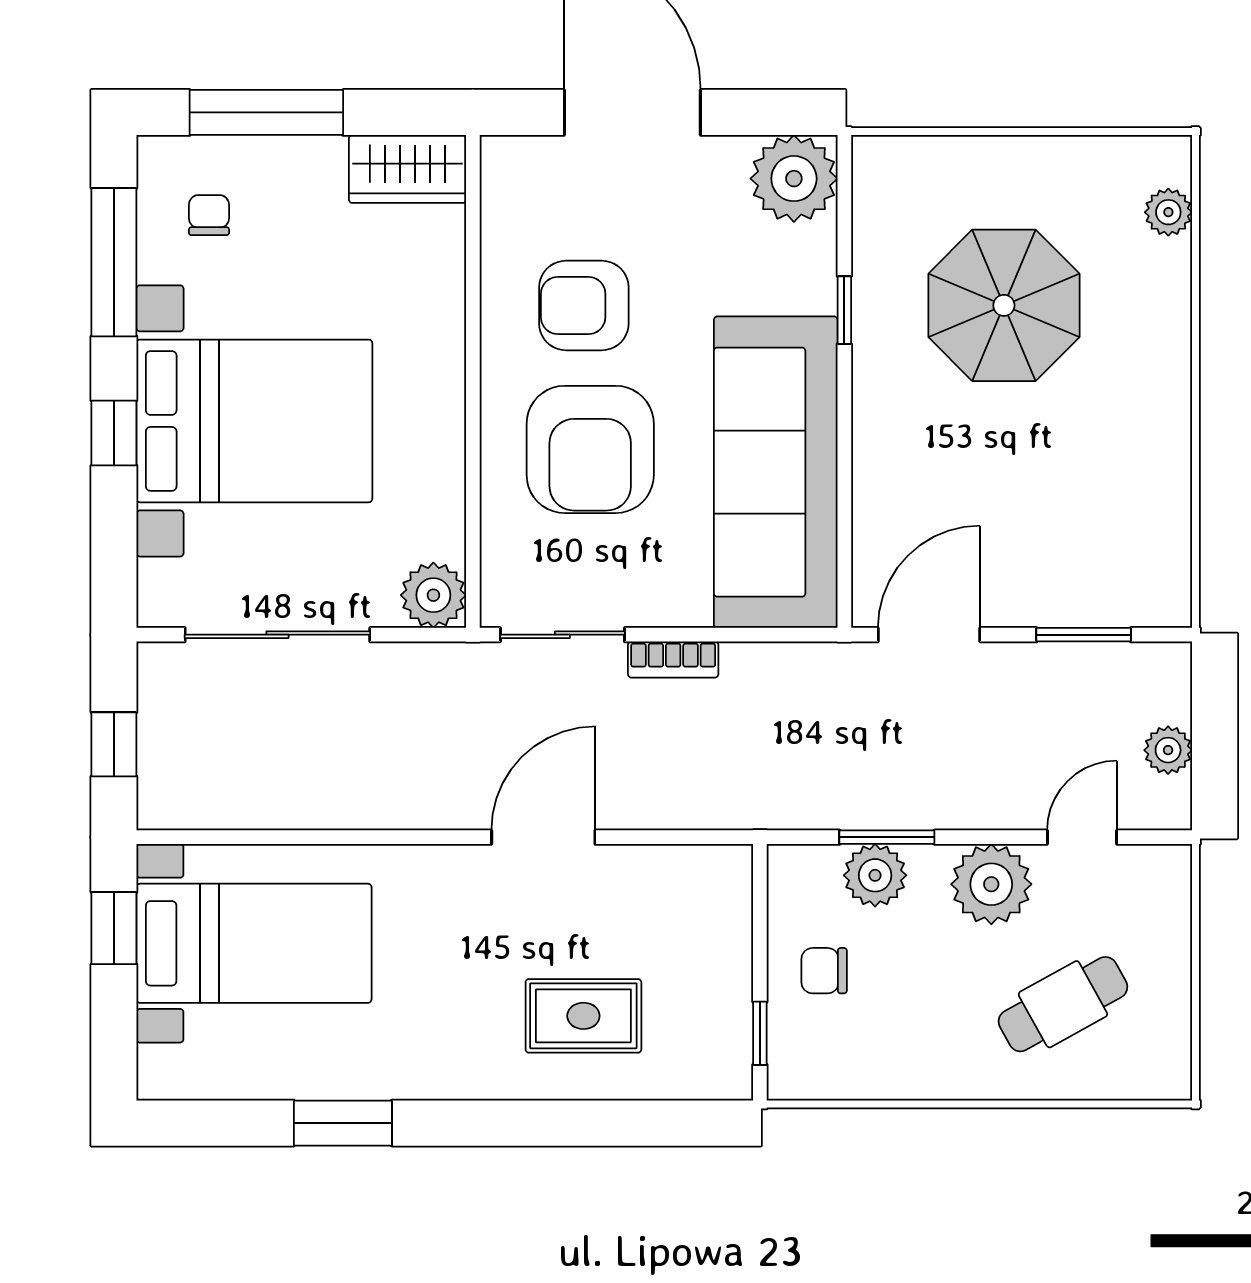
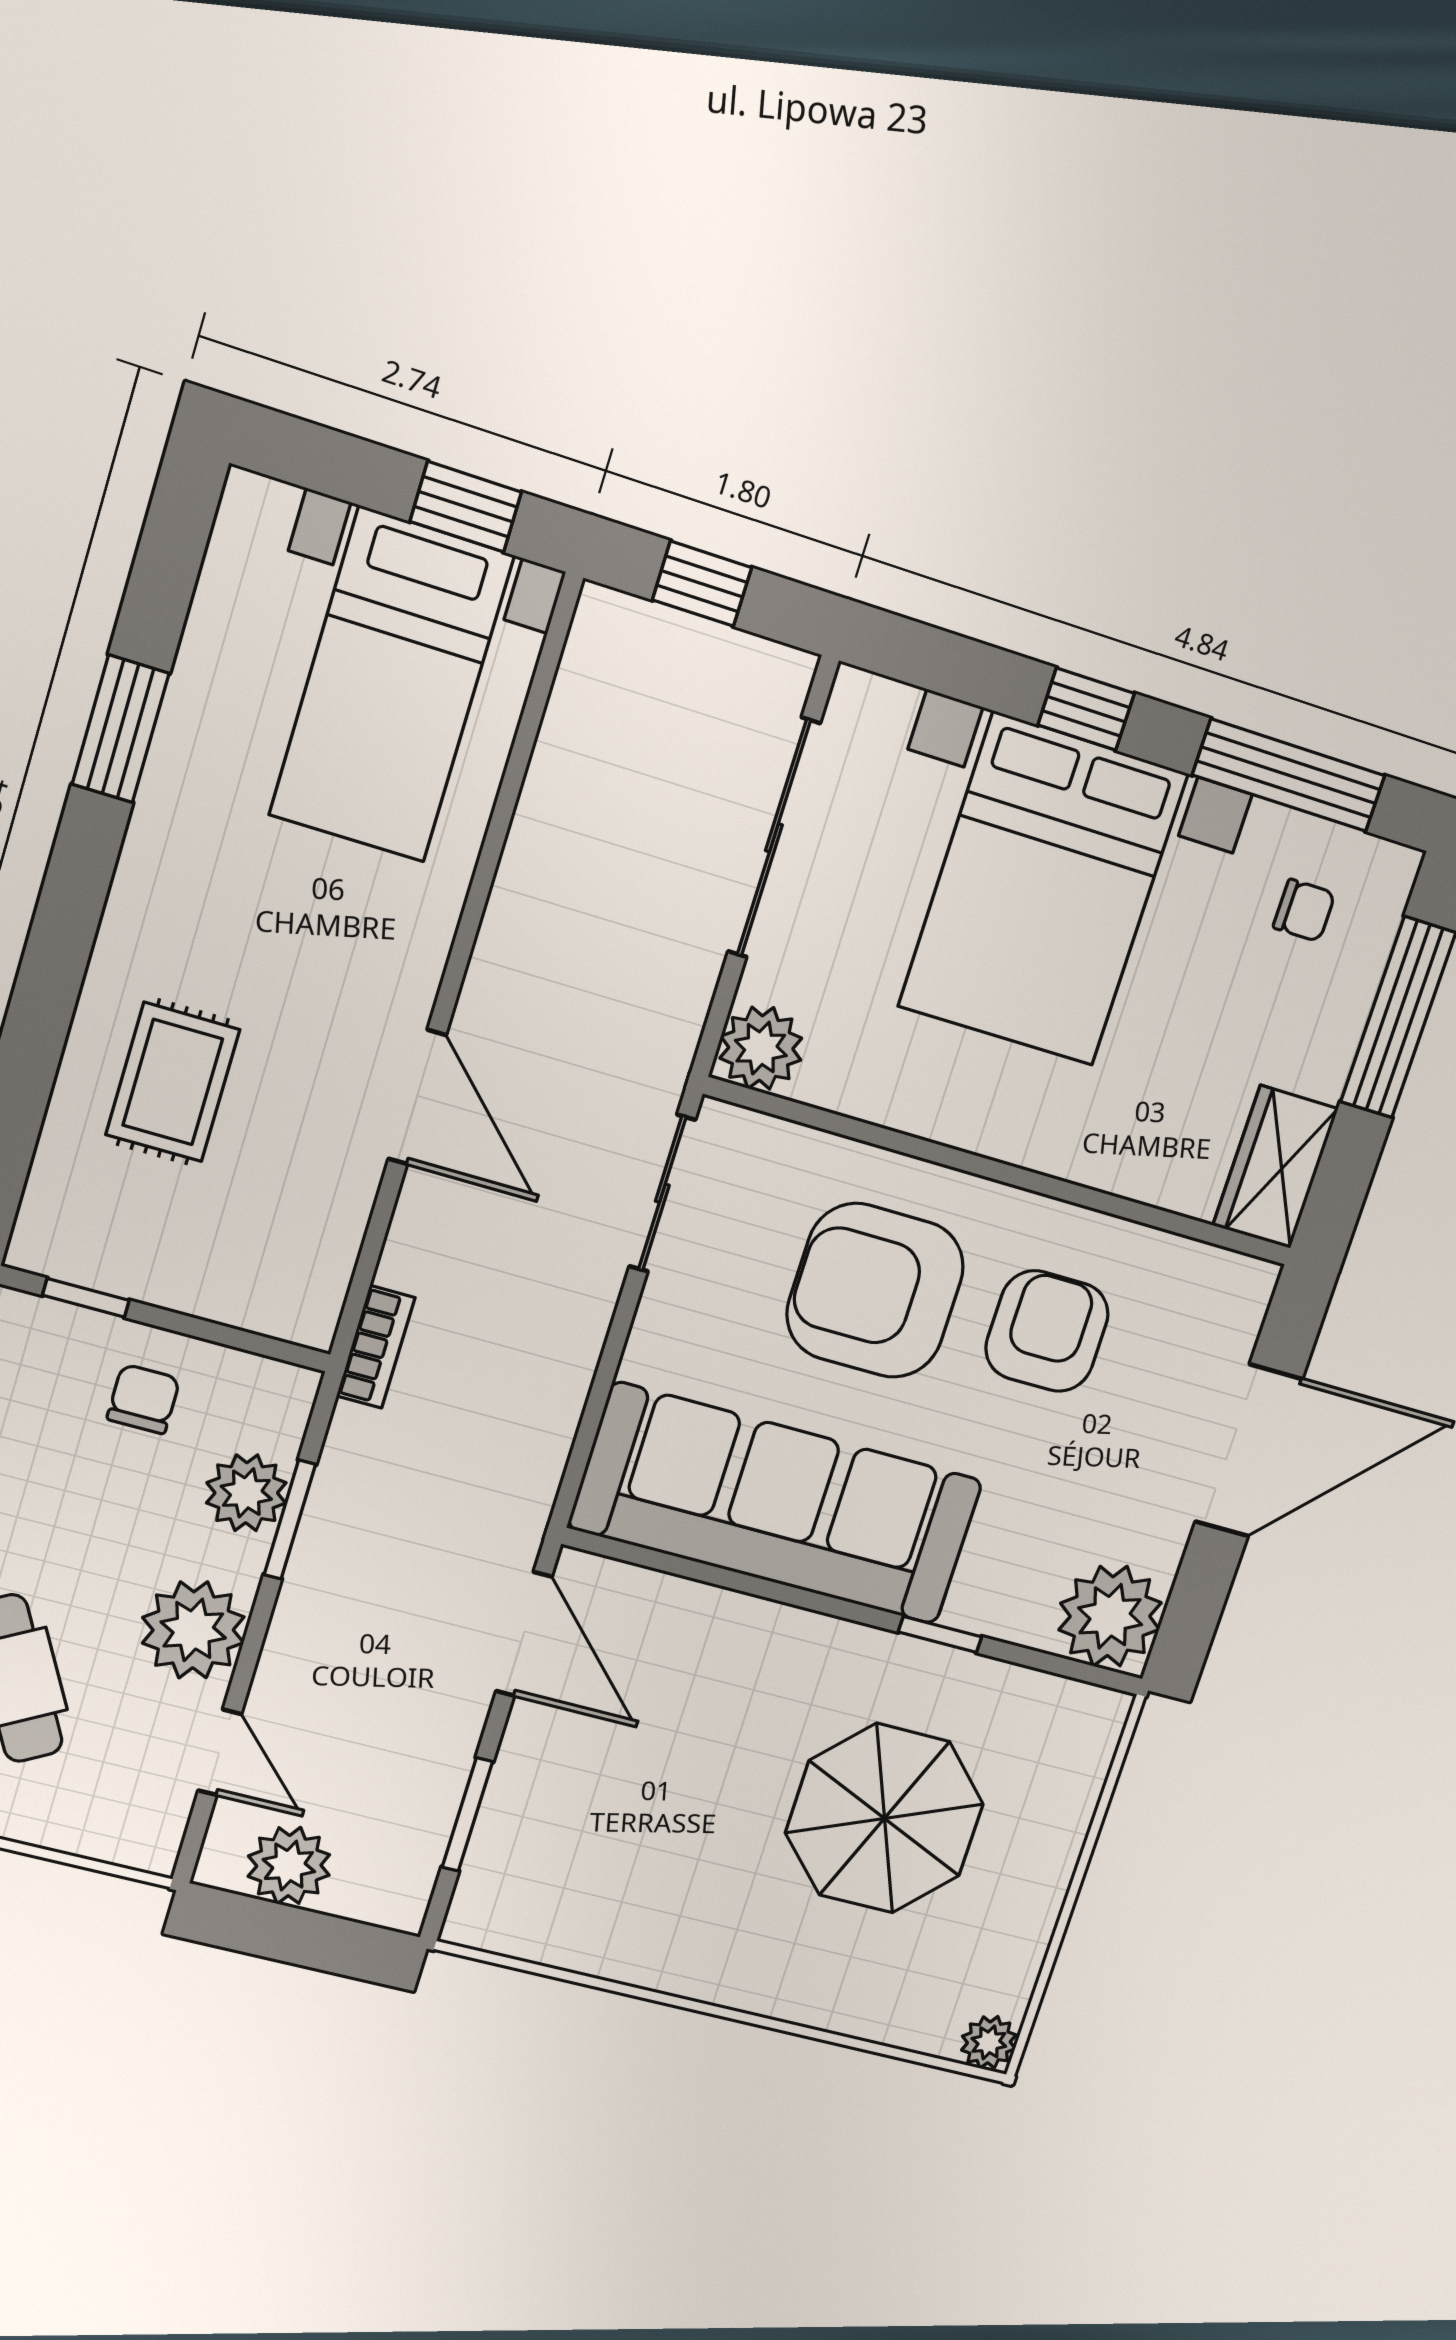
plant: (1168, 212) -> (989, 2042), moved
bookcase: (673, 659) -> (376, 1347), moved, turned 180
plant: (1168, 750) -> (289, 1866), width x1.38, depth x1.38

